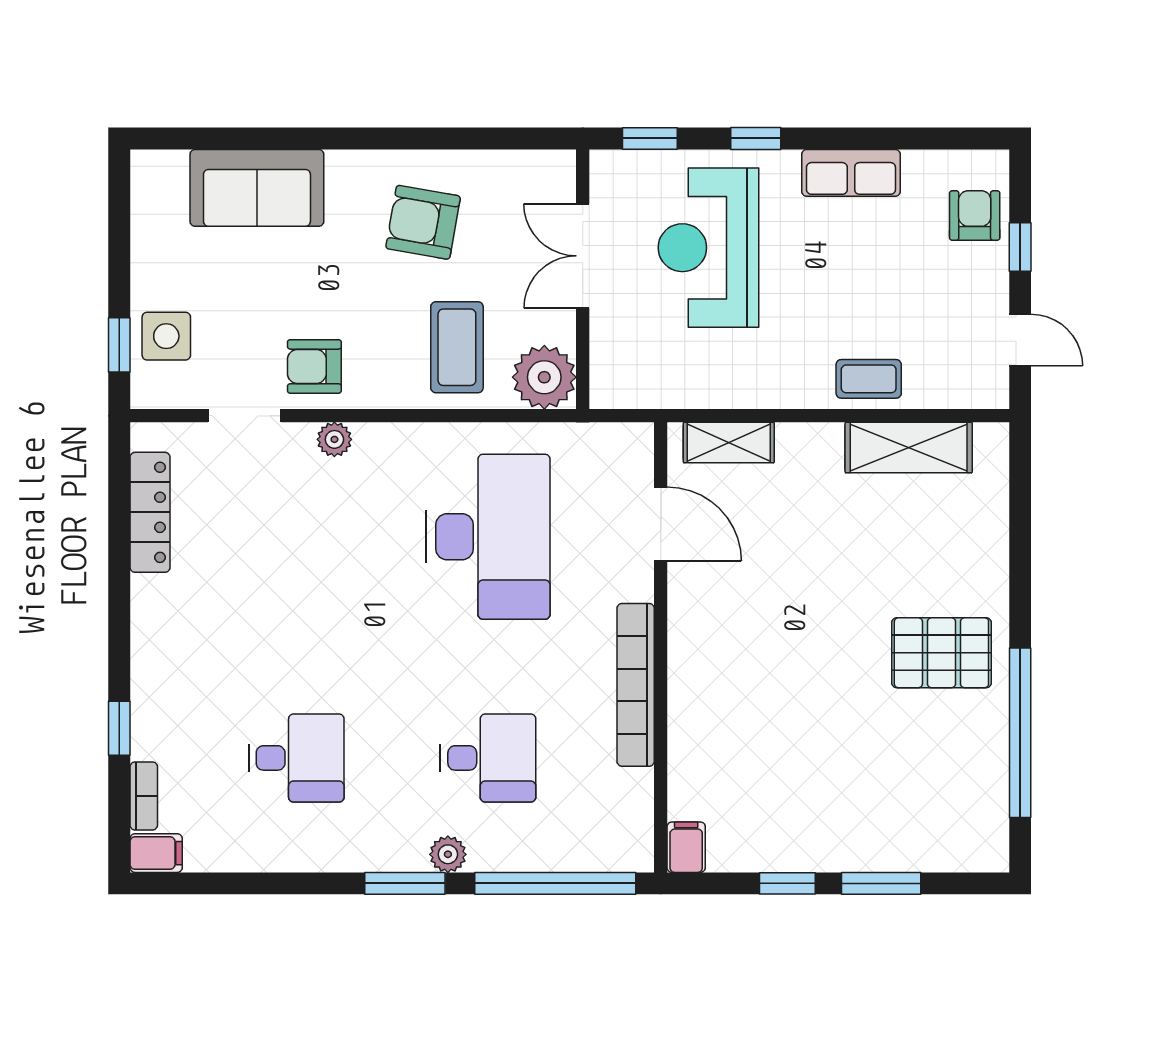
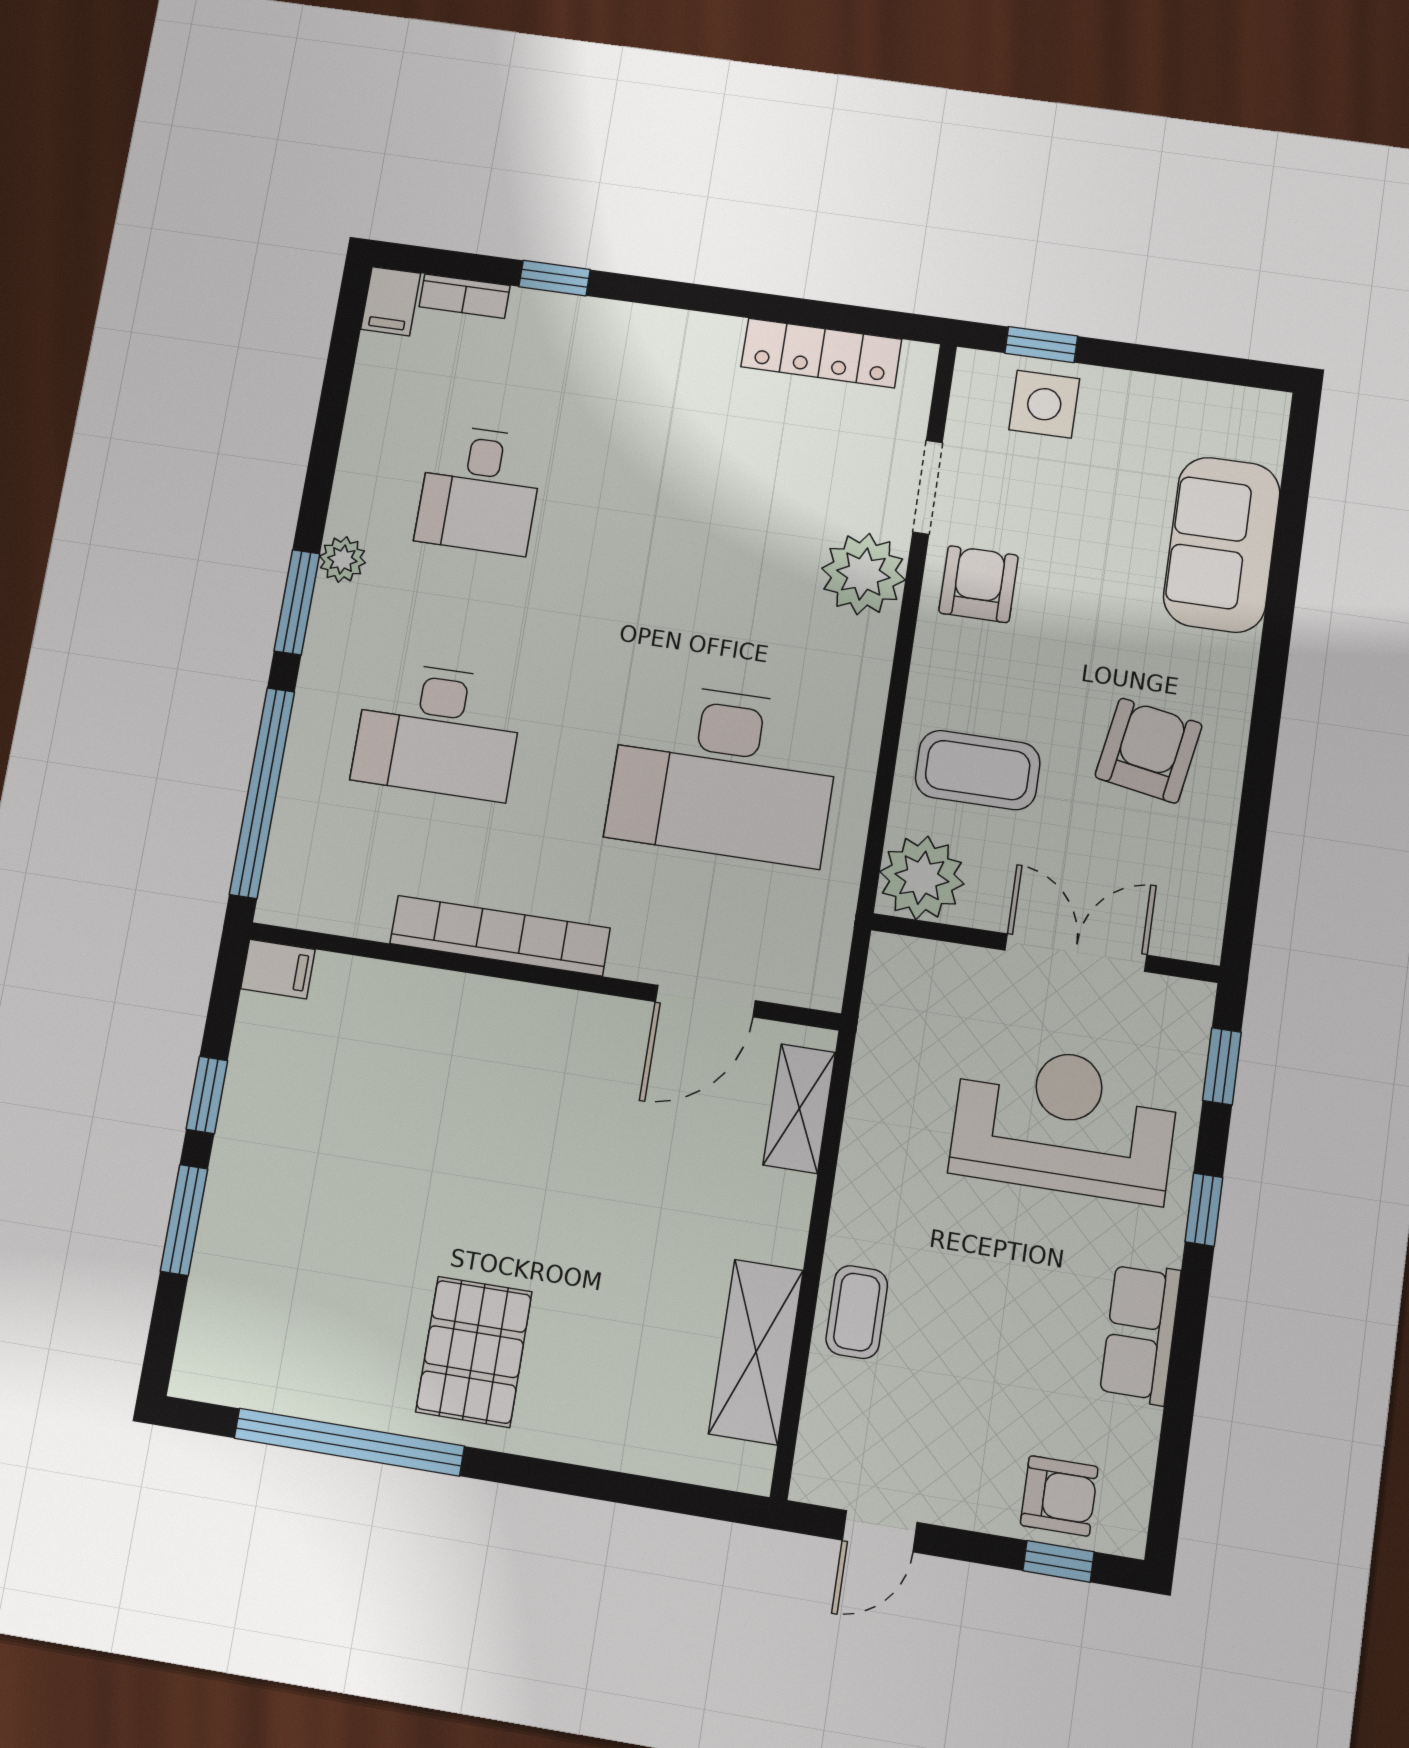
window: (1020, 247) -> (1059, 1561), moved
plant: (334, 439) -> (863, 574), width x1.87, depth x1.87
desk: (488, 758) -> (438, 731), width x1.37
plant: (448, 854) -> (342, 559), moved

